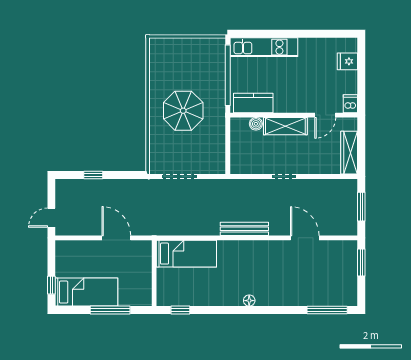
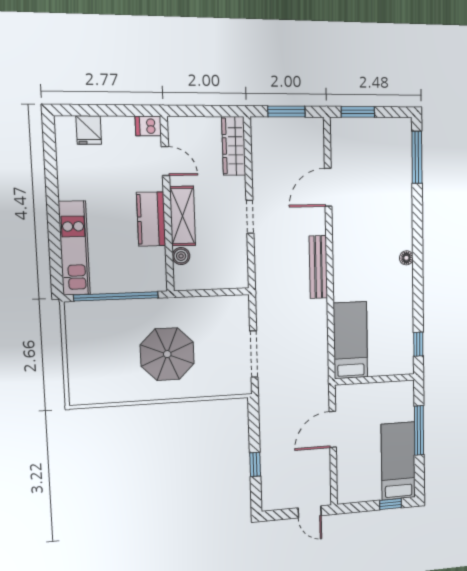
kitchen counter: (253, 103) -> (151, 219), moved
wardrobe: (349, 153) -> (234, 146), moved, turned 90

